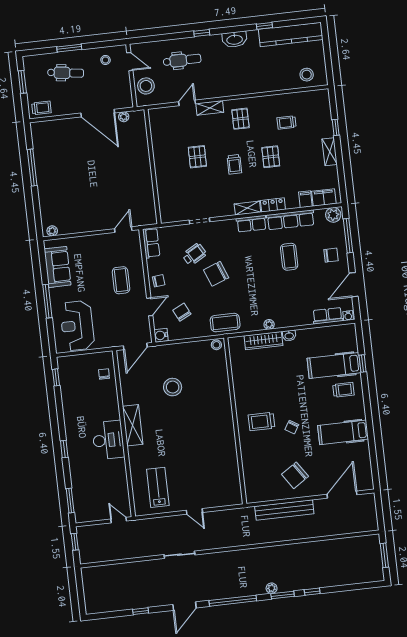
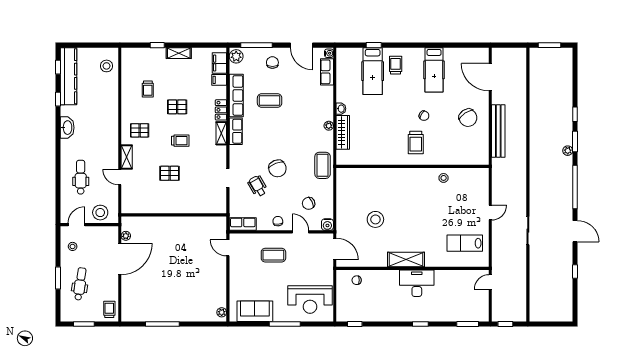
window: (202, 33) -> (58, 67), moved
stool: (216, 345) -> (444, 178), moved

